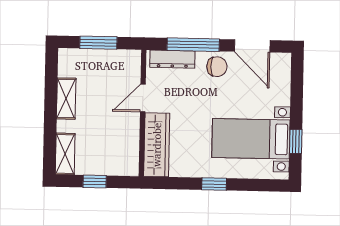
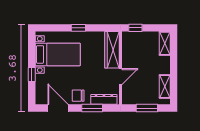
window: (193, 45) -> (92, 108), width x0.69
shelving: (66, 99) -> (165, 86), moved
window: (296, 141) -> (32, 74), moved
window: (95, 182) -> (135, 28), moved

